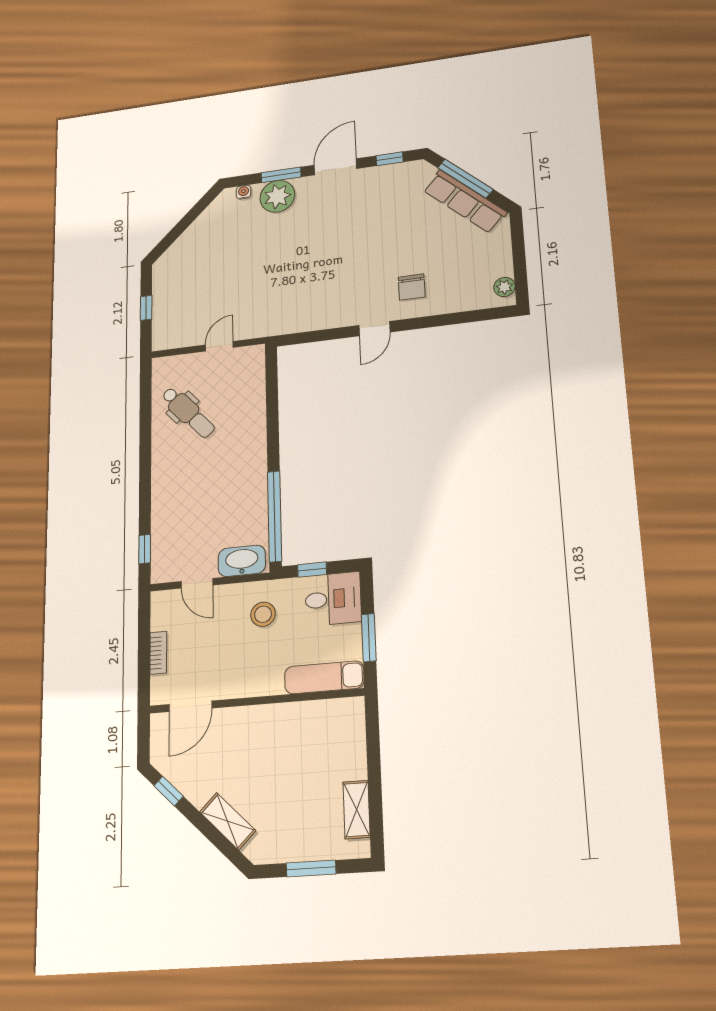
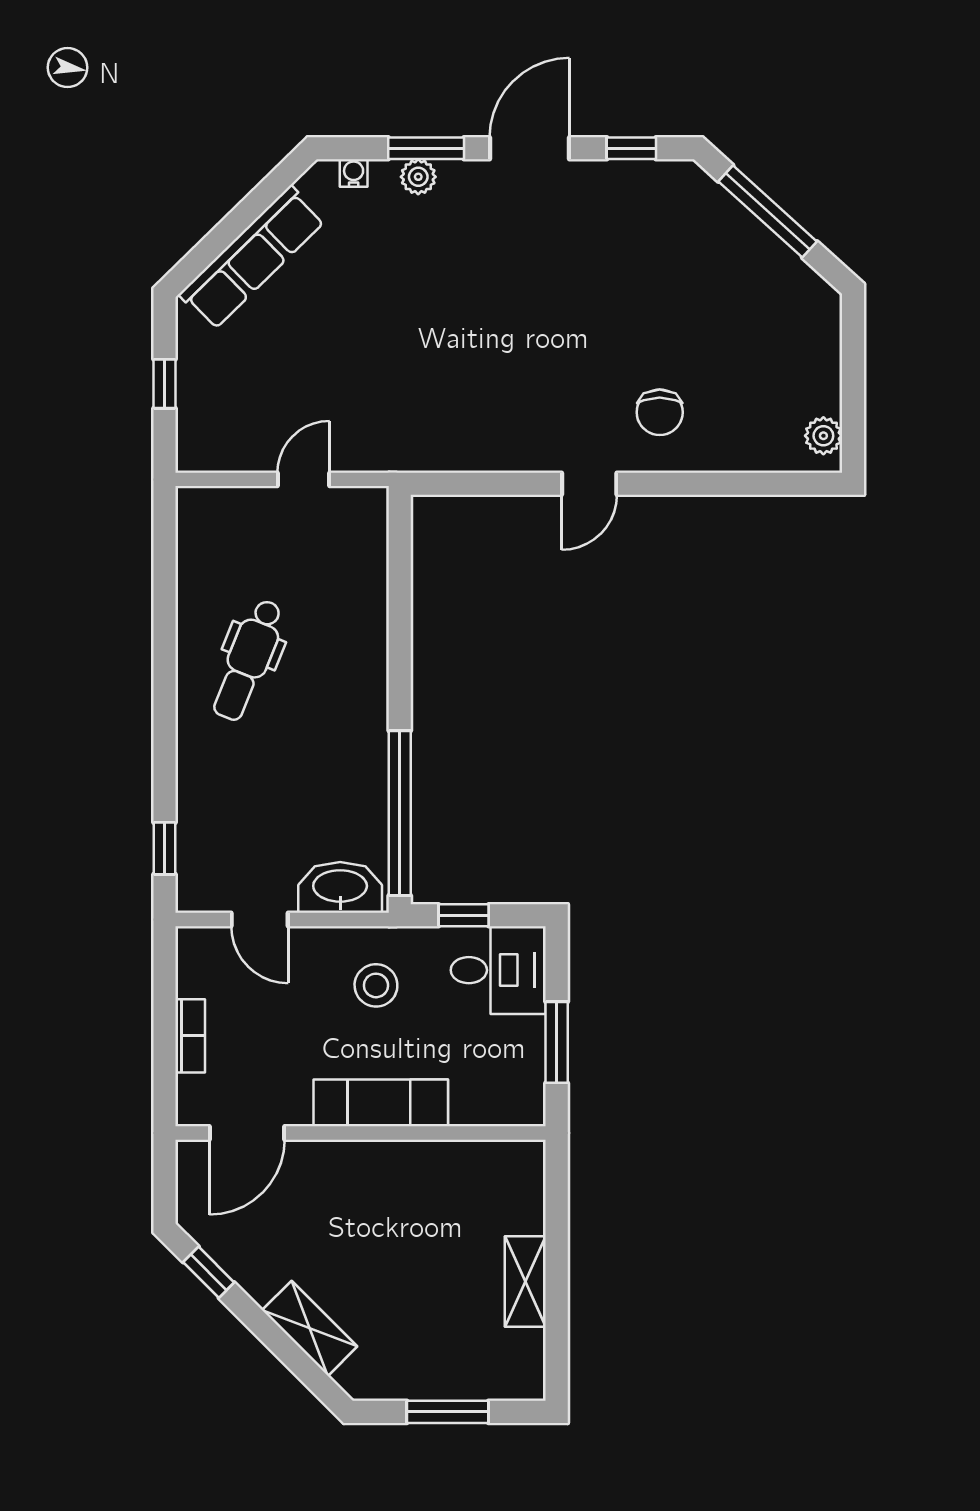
plant: (277, 196) -> (418, 177), width x0.53, depth x0.53
row of seats: (465, 201) -> (252, 258), moved, turned -87
dental chair: (188, 412) -> (248, 660), moved, turned 64
exam couch: (324, 677) -> (381, 1103), moved
shelving: (357, 810) -> (525, 1282), moved

